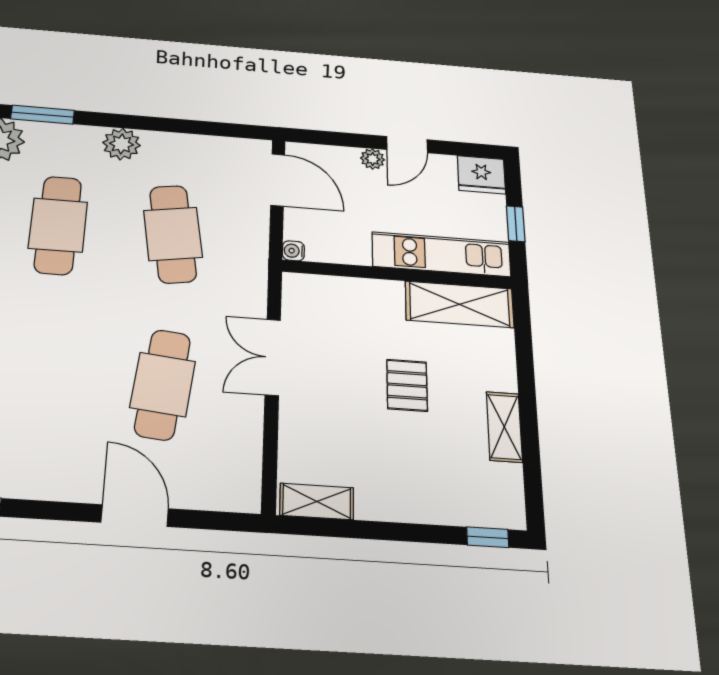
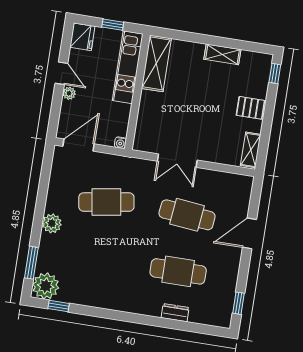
cafe table: (58, 225) -> (178, 271), moved
pallet: (407, 385) -> (250, 108), moved

